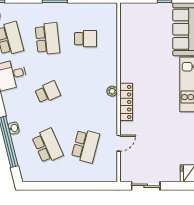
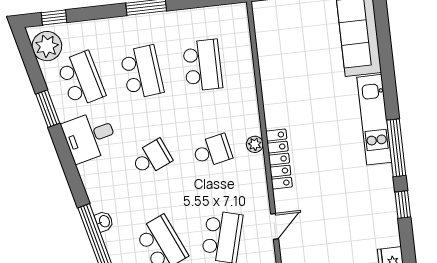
school desk: (85, 39) -> (203, 65), width x1.85
school desk: (85, 92) -> (212, 151), added

